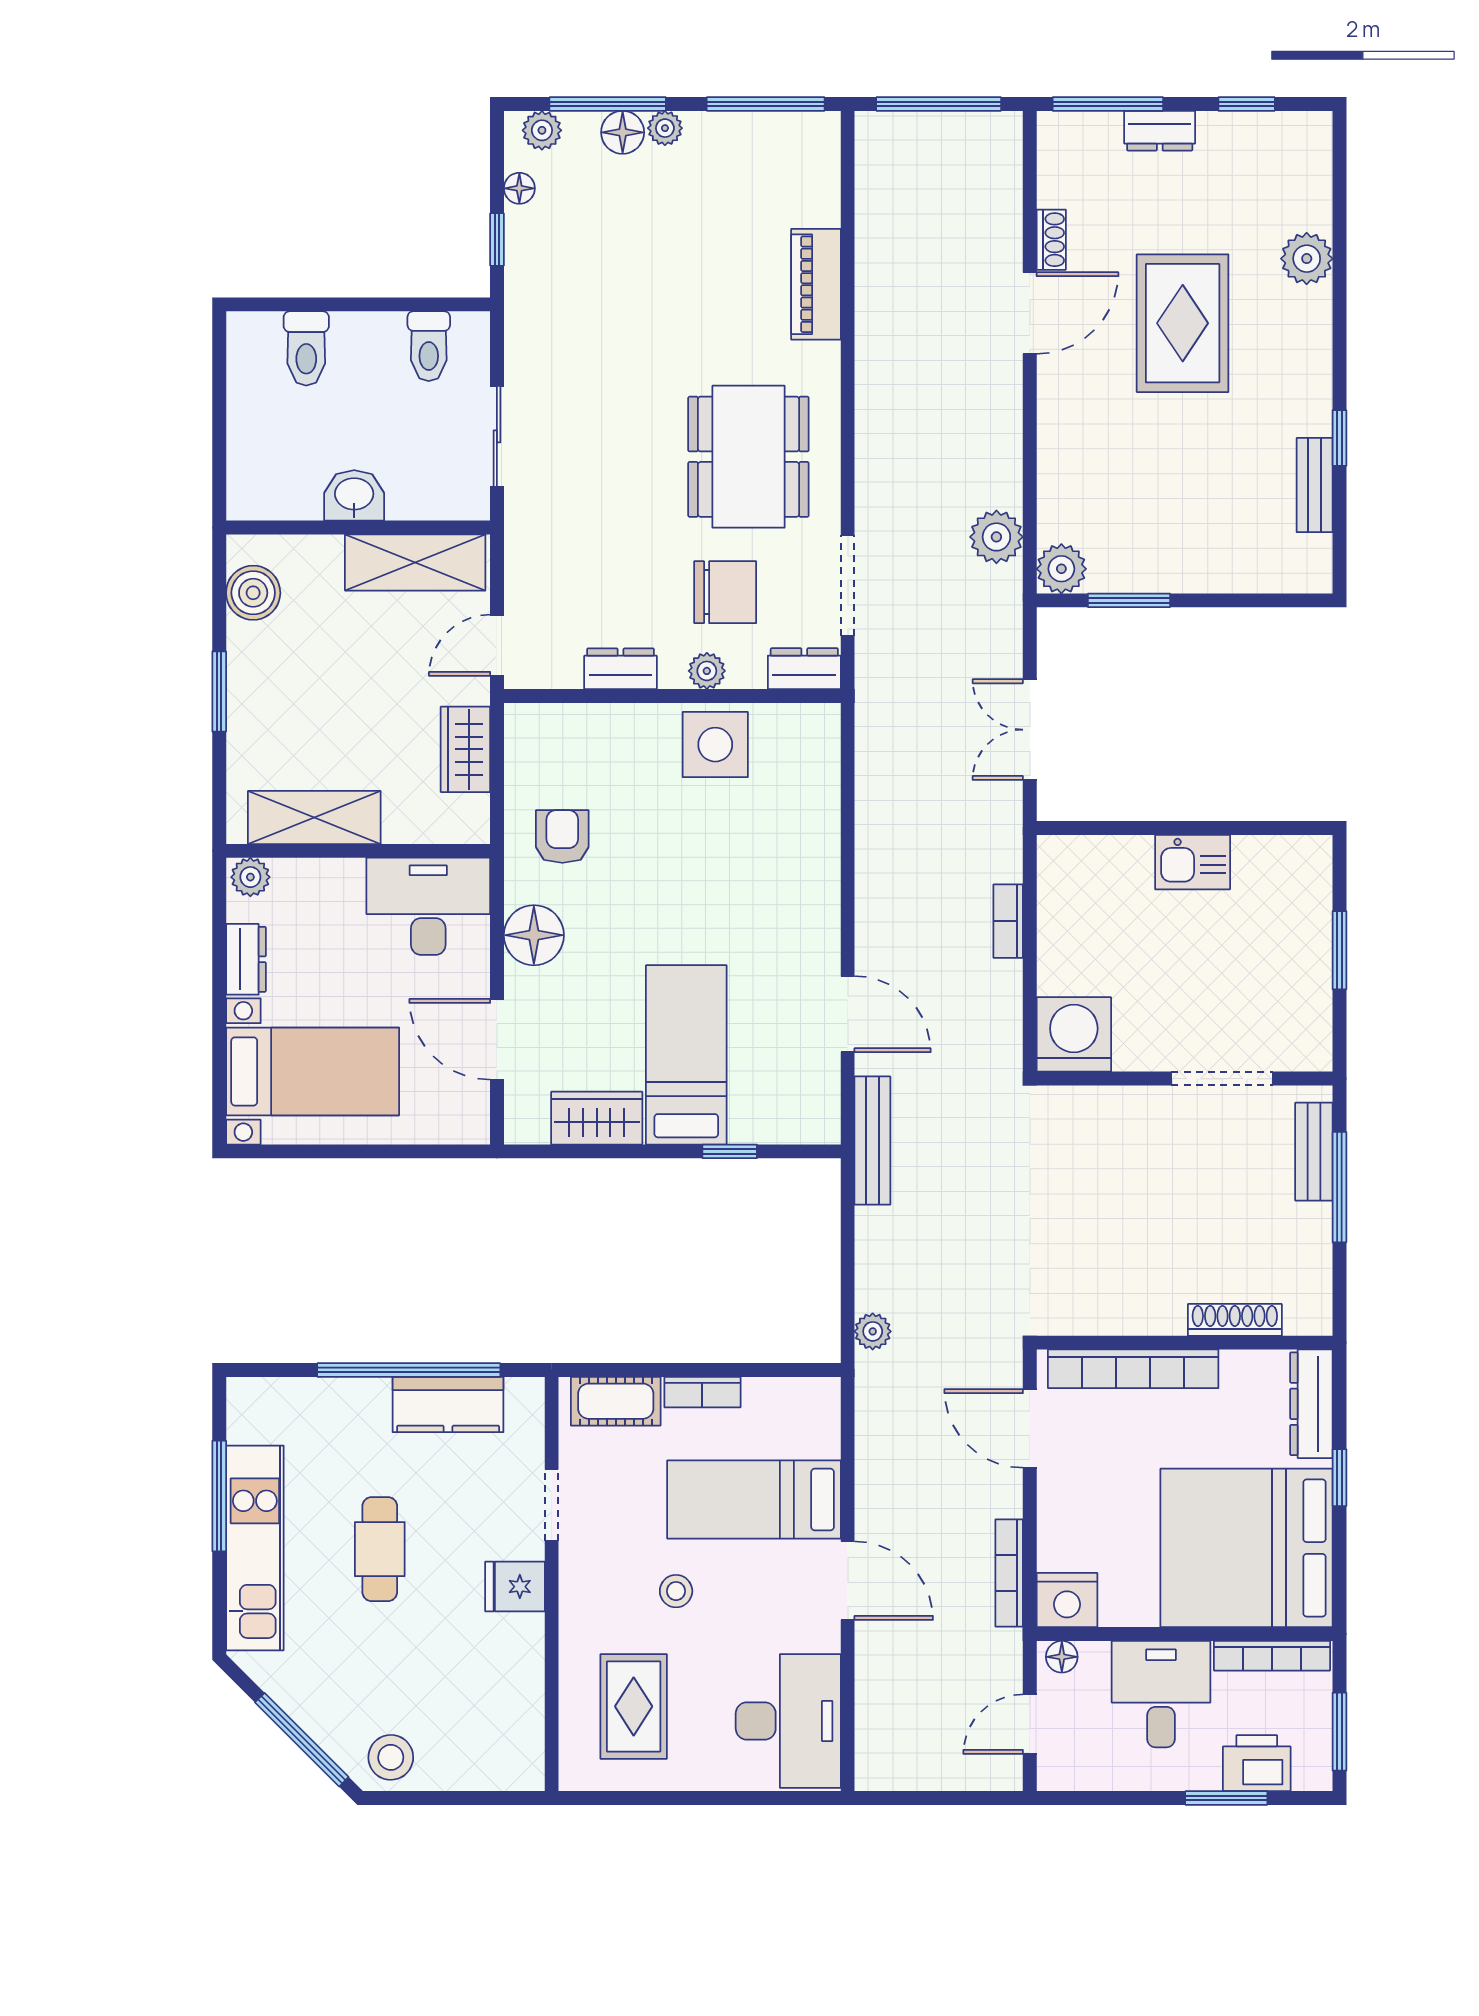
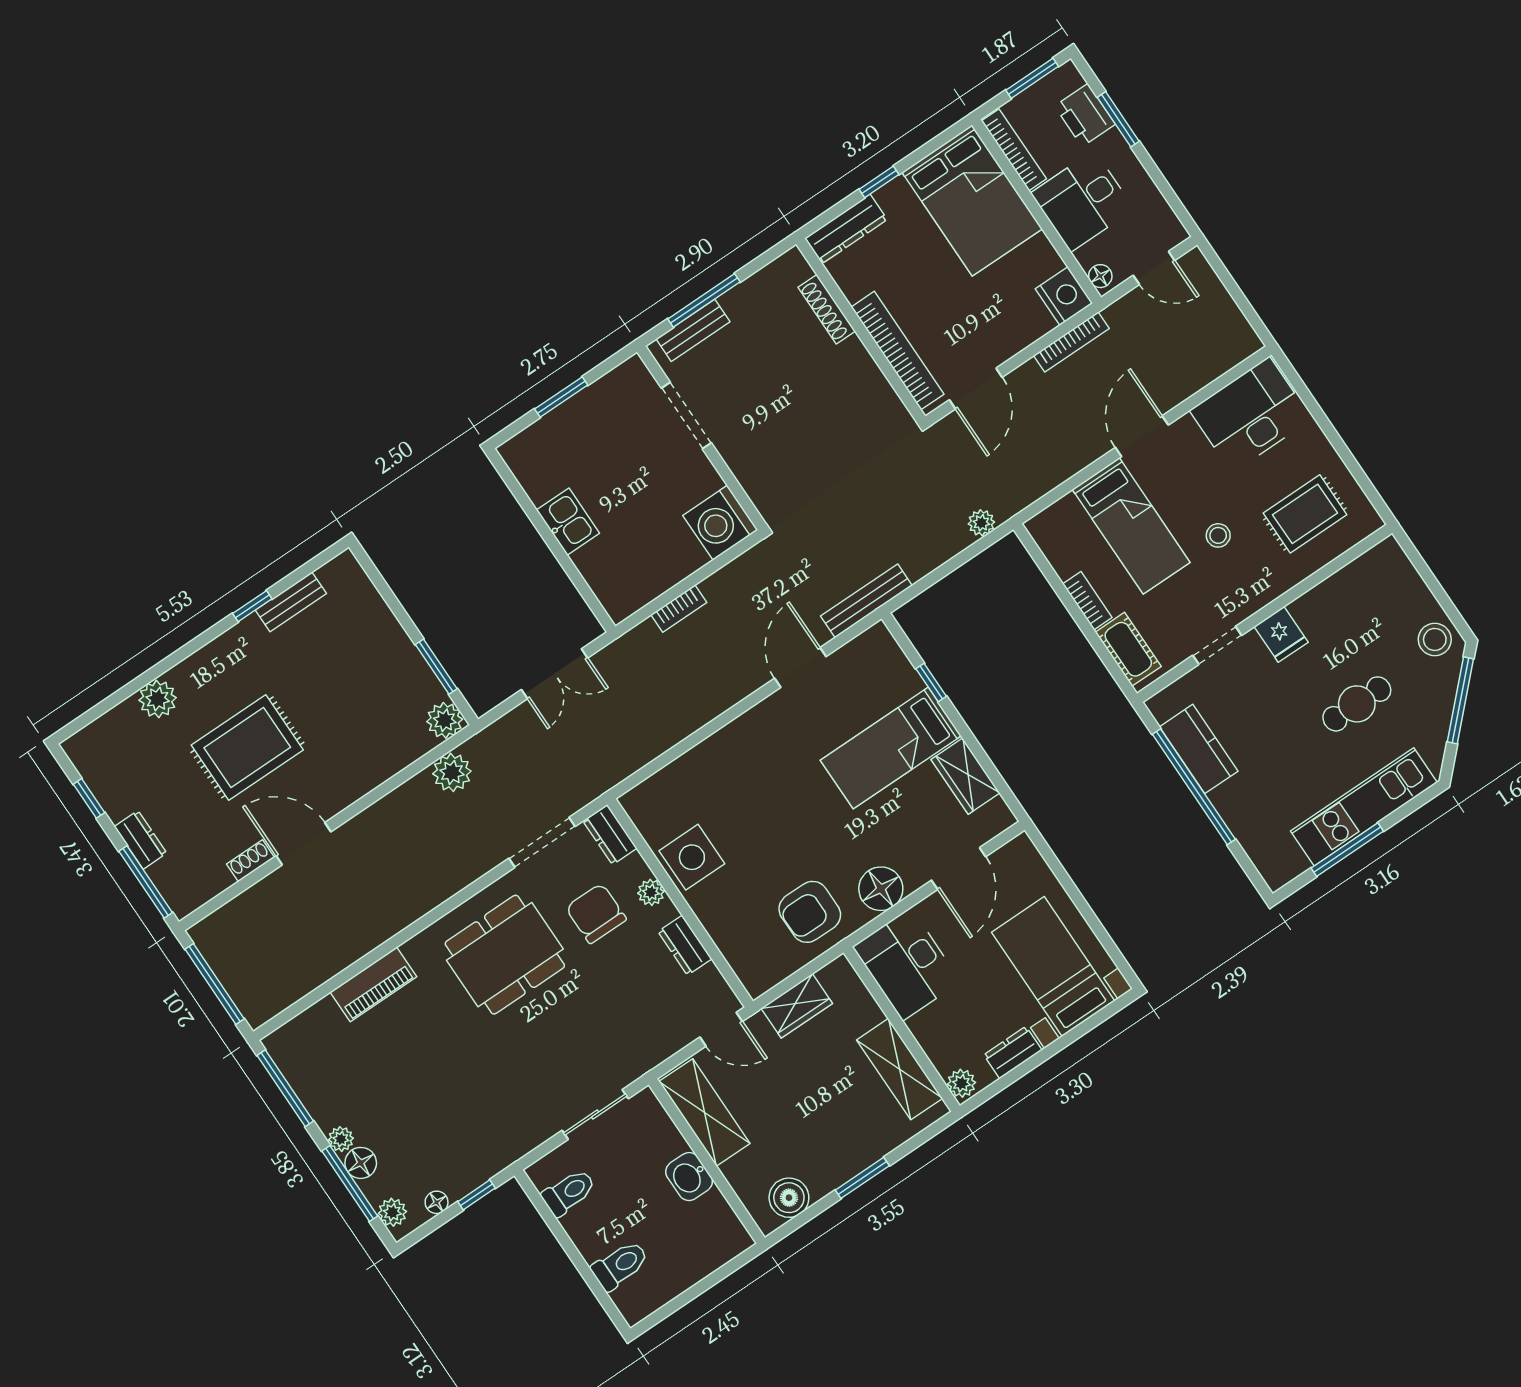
armchair: (562, 837) -> (810, 912), width x1.38, depth x1.38
bed: (1246, 1548) -> (972, 201), width x0.73
cafe table: (380, 1549) -> (1357, 704), moved

